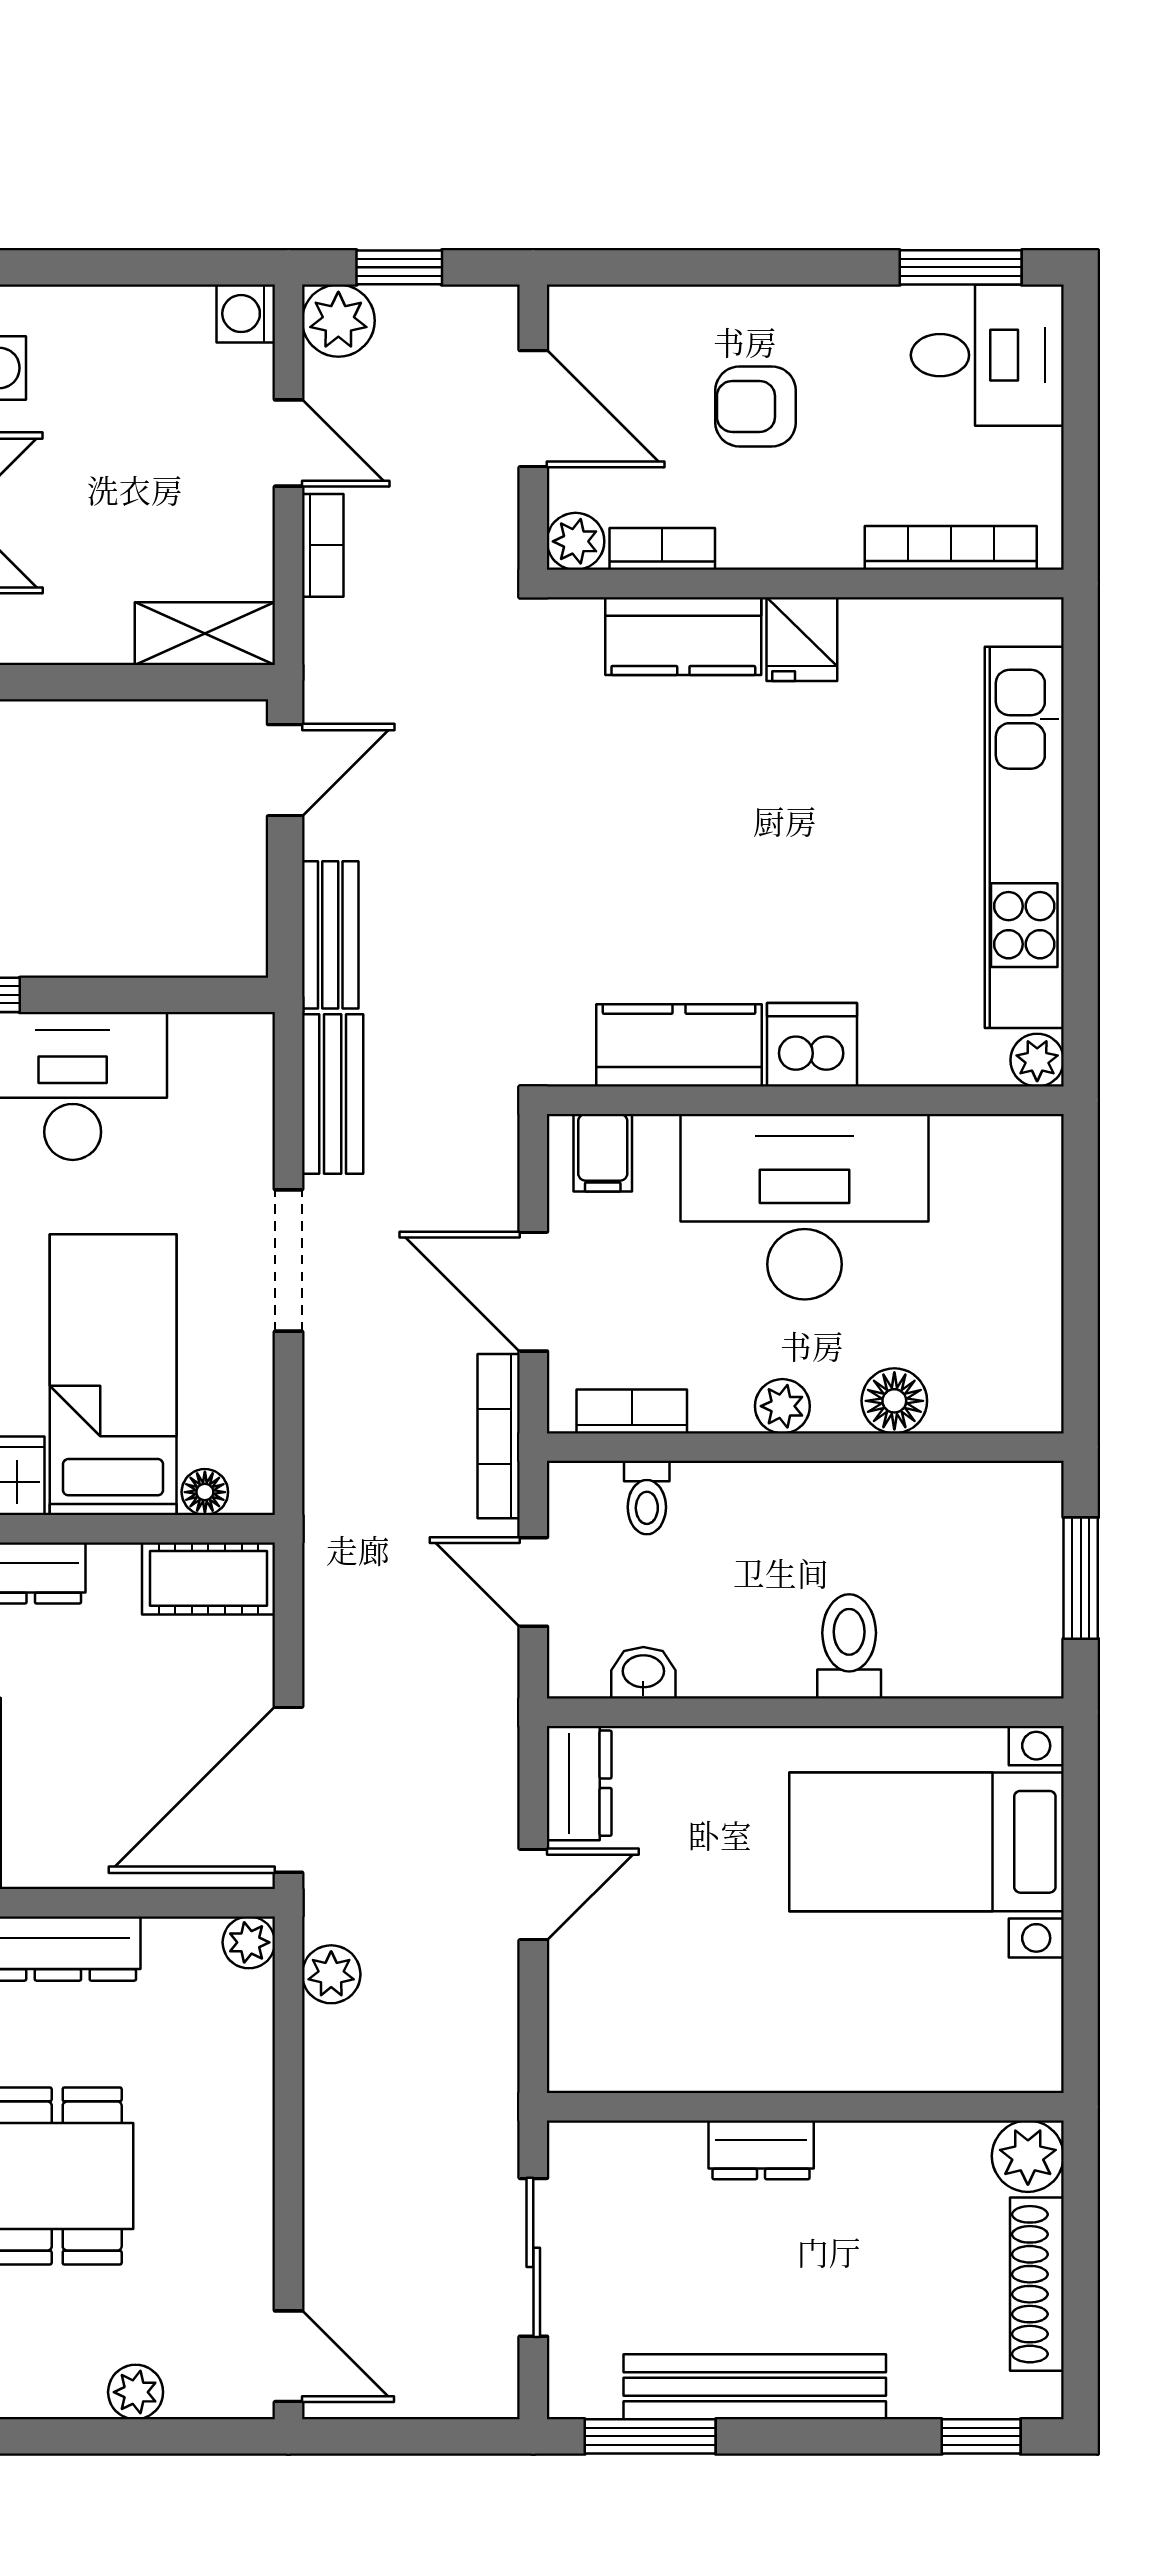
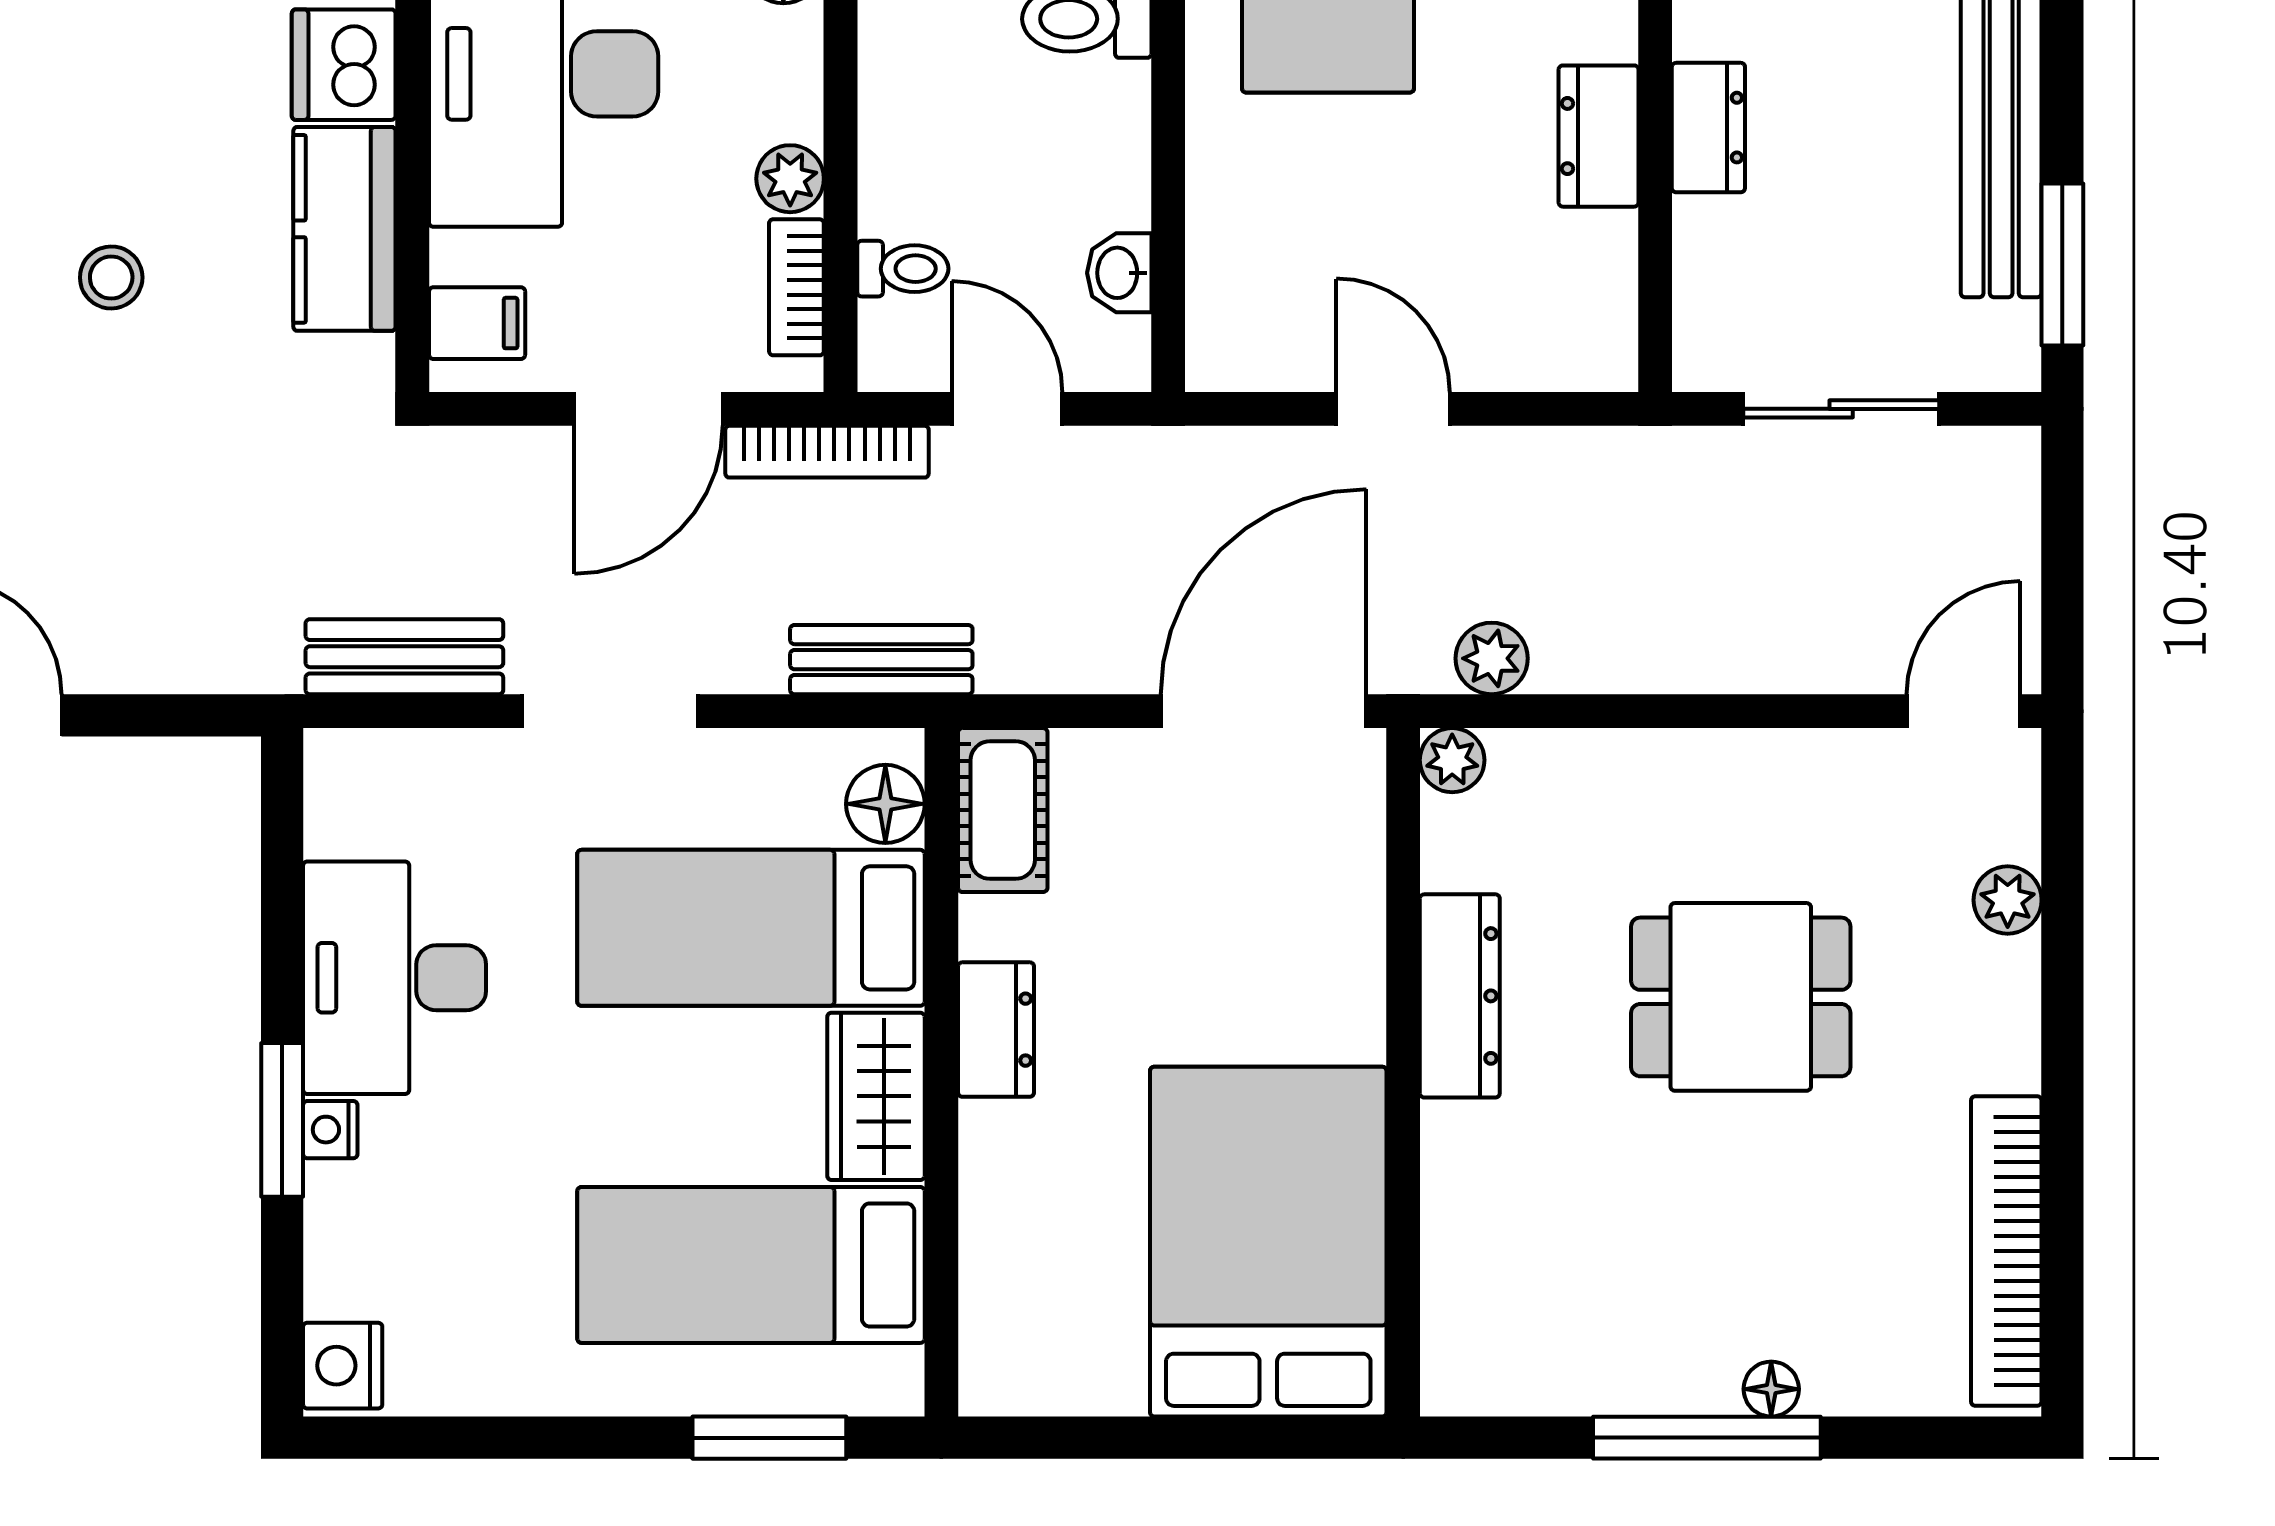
stool: (640, 857) -> (111, 277), added
bench: (330, 935) -> (881, 660), moved
plant: (782, 1406) -> (790, 179), moved
floor lamp: (205, 1492) -> (885, 804), width x1.37, depth x1.37
door: (533, 1582) -> (1007, 409), swing flipped
dresser: (579, 1783) -> (1599, 136), moved, turned -90
door: (288, 1790) -> (1264, 711), swing flipped

